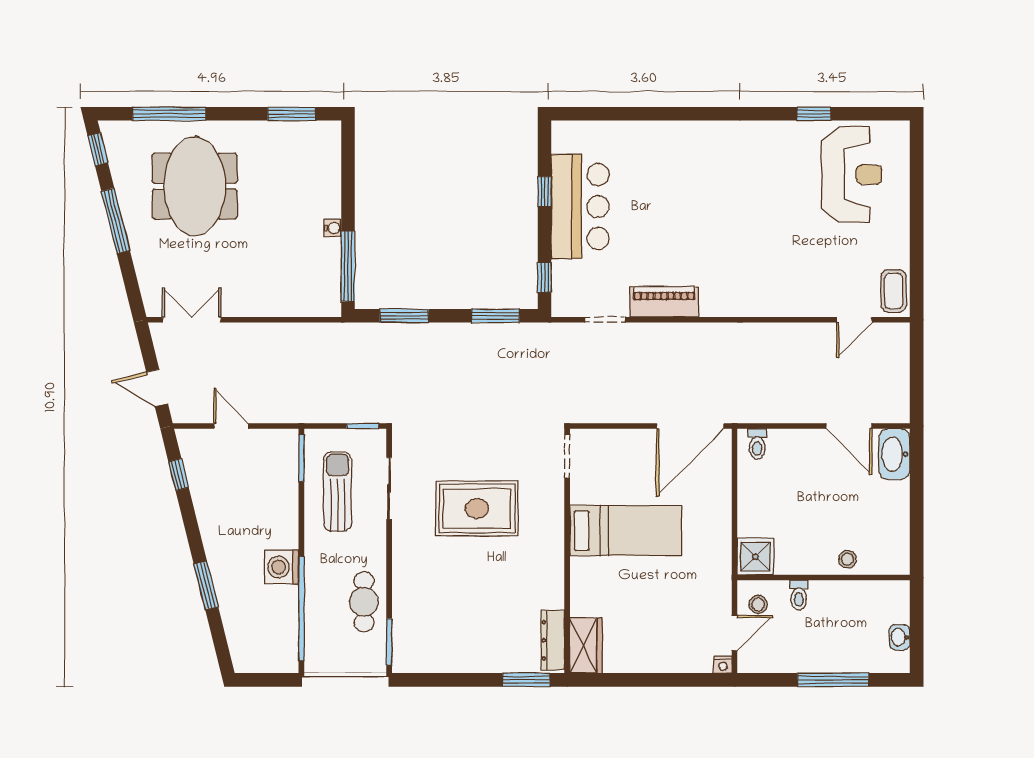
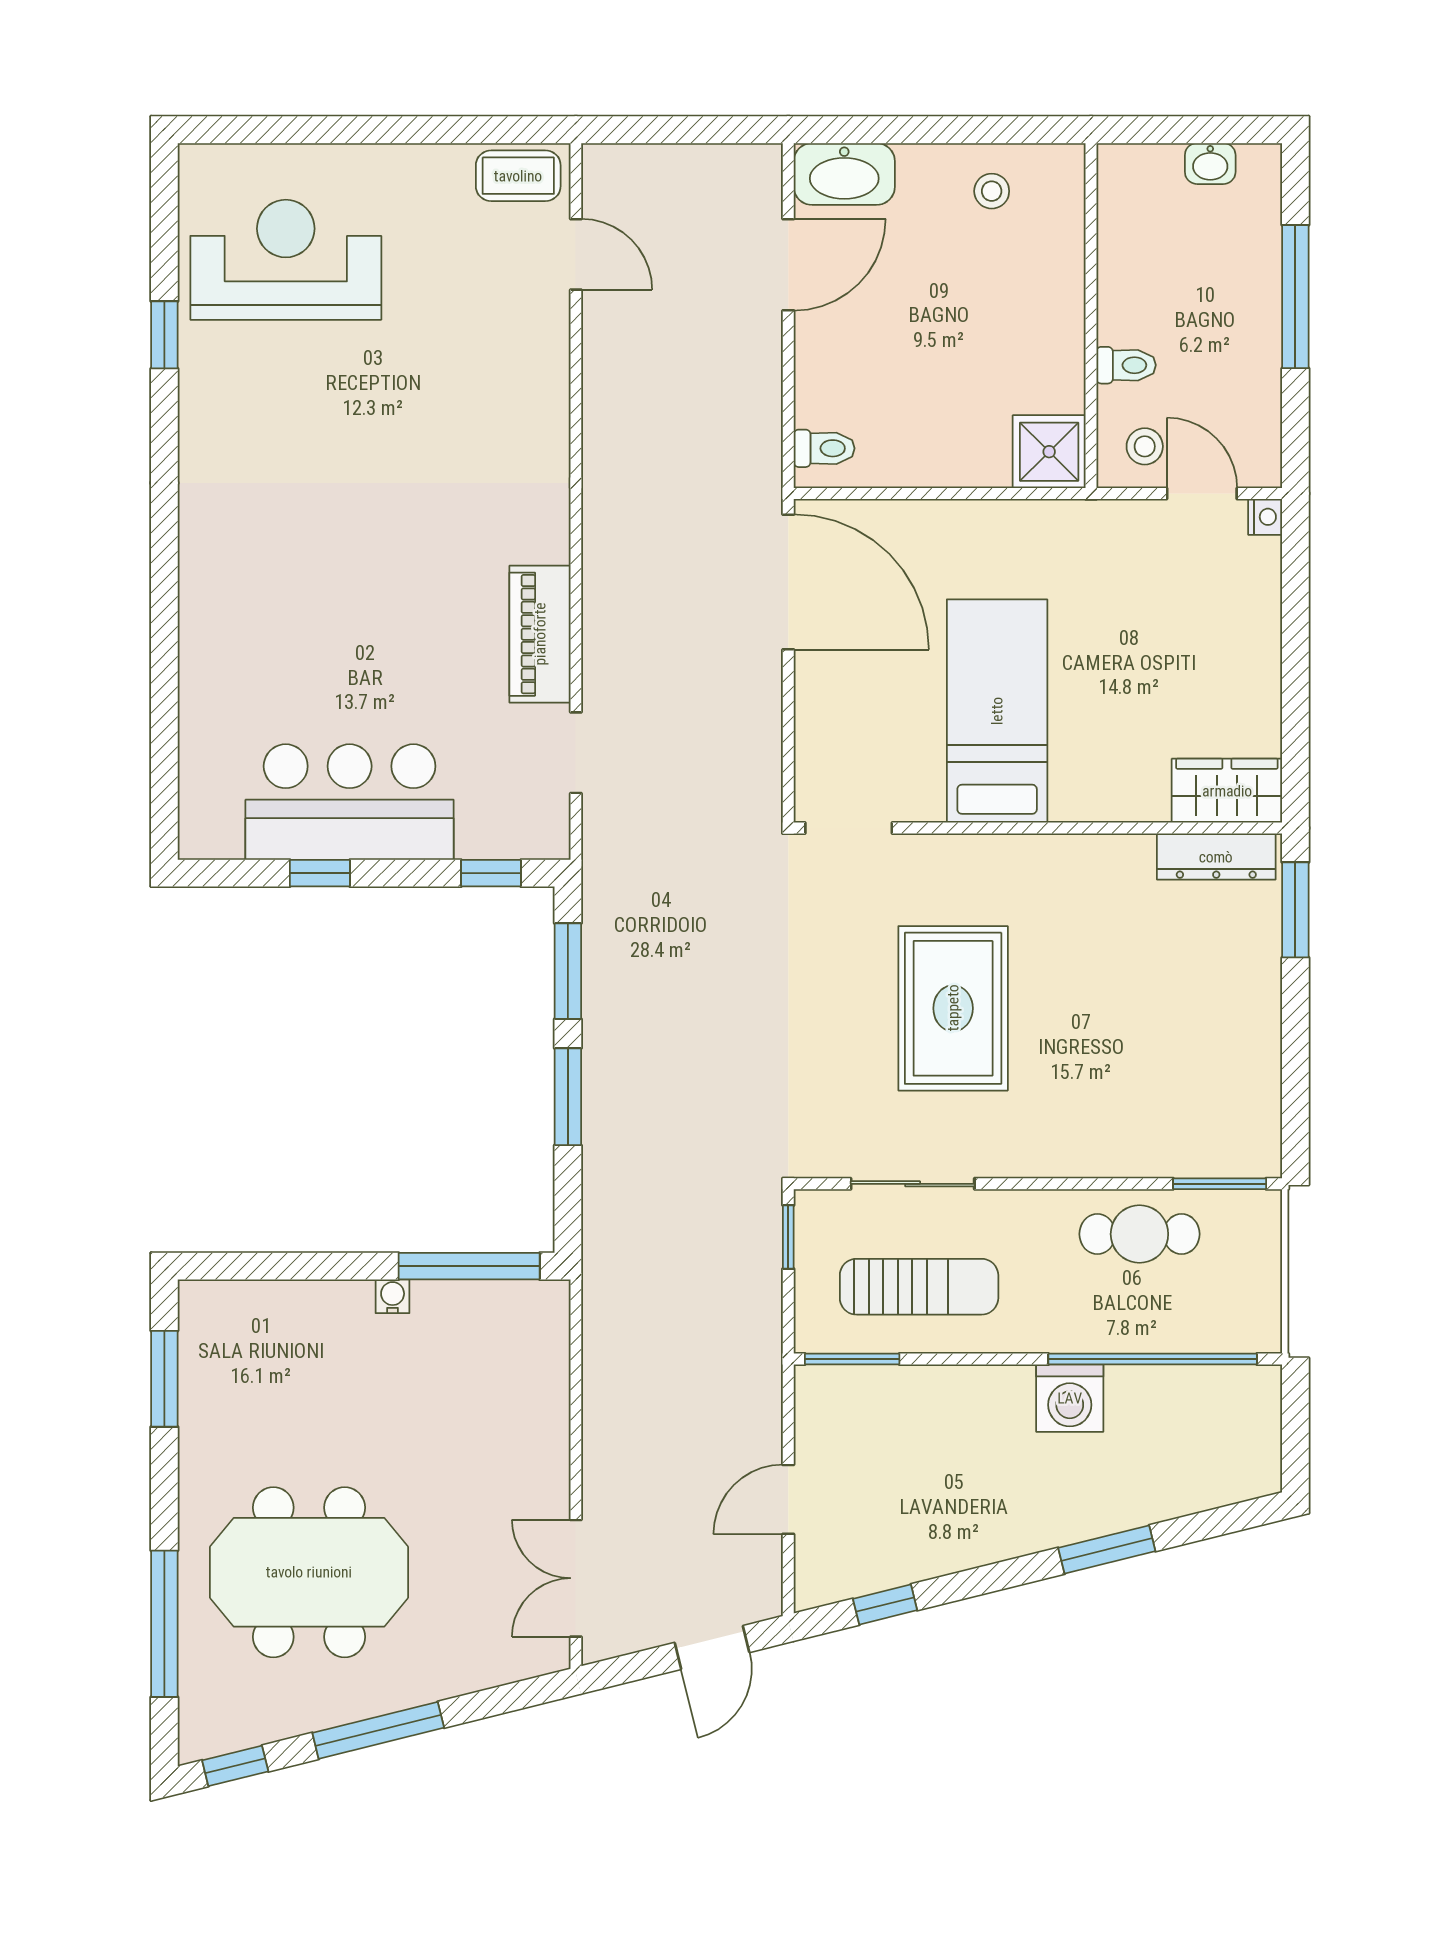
window: (404, 316) -> (568, 1097), moved
sun lounger: (338, 492) -> (919, 1287), turned 180
stool: (848, 559) -> (992, 191), moved

